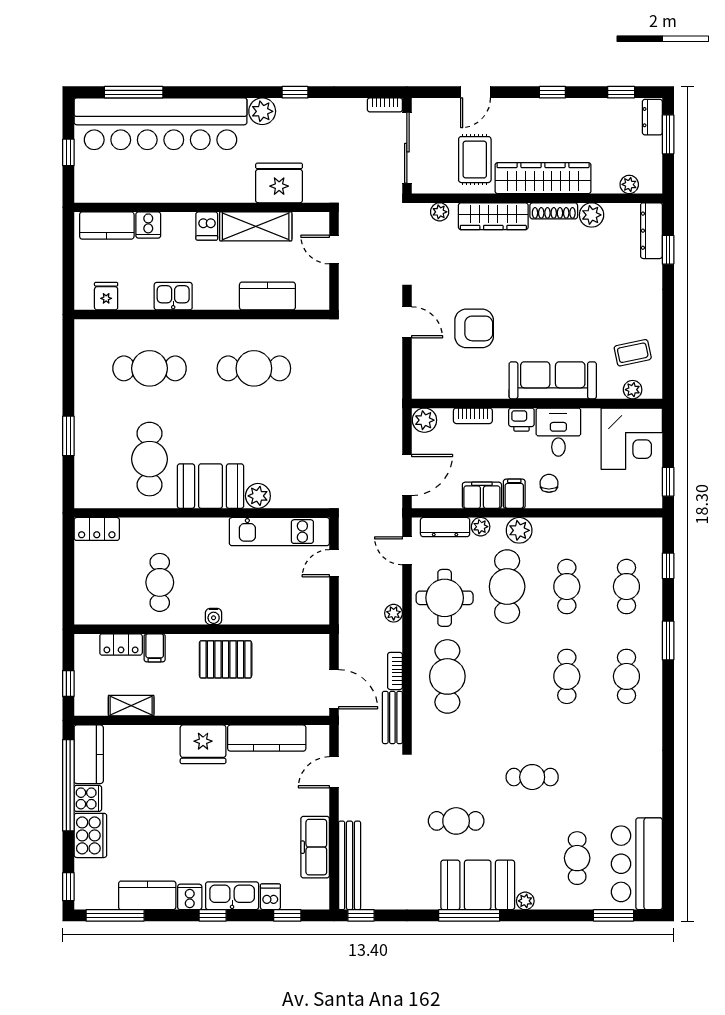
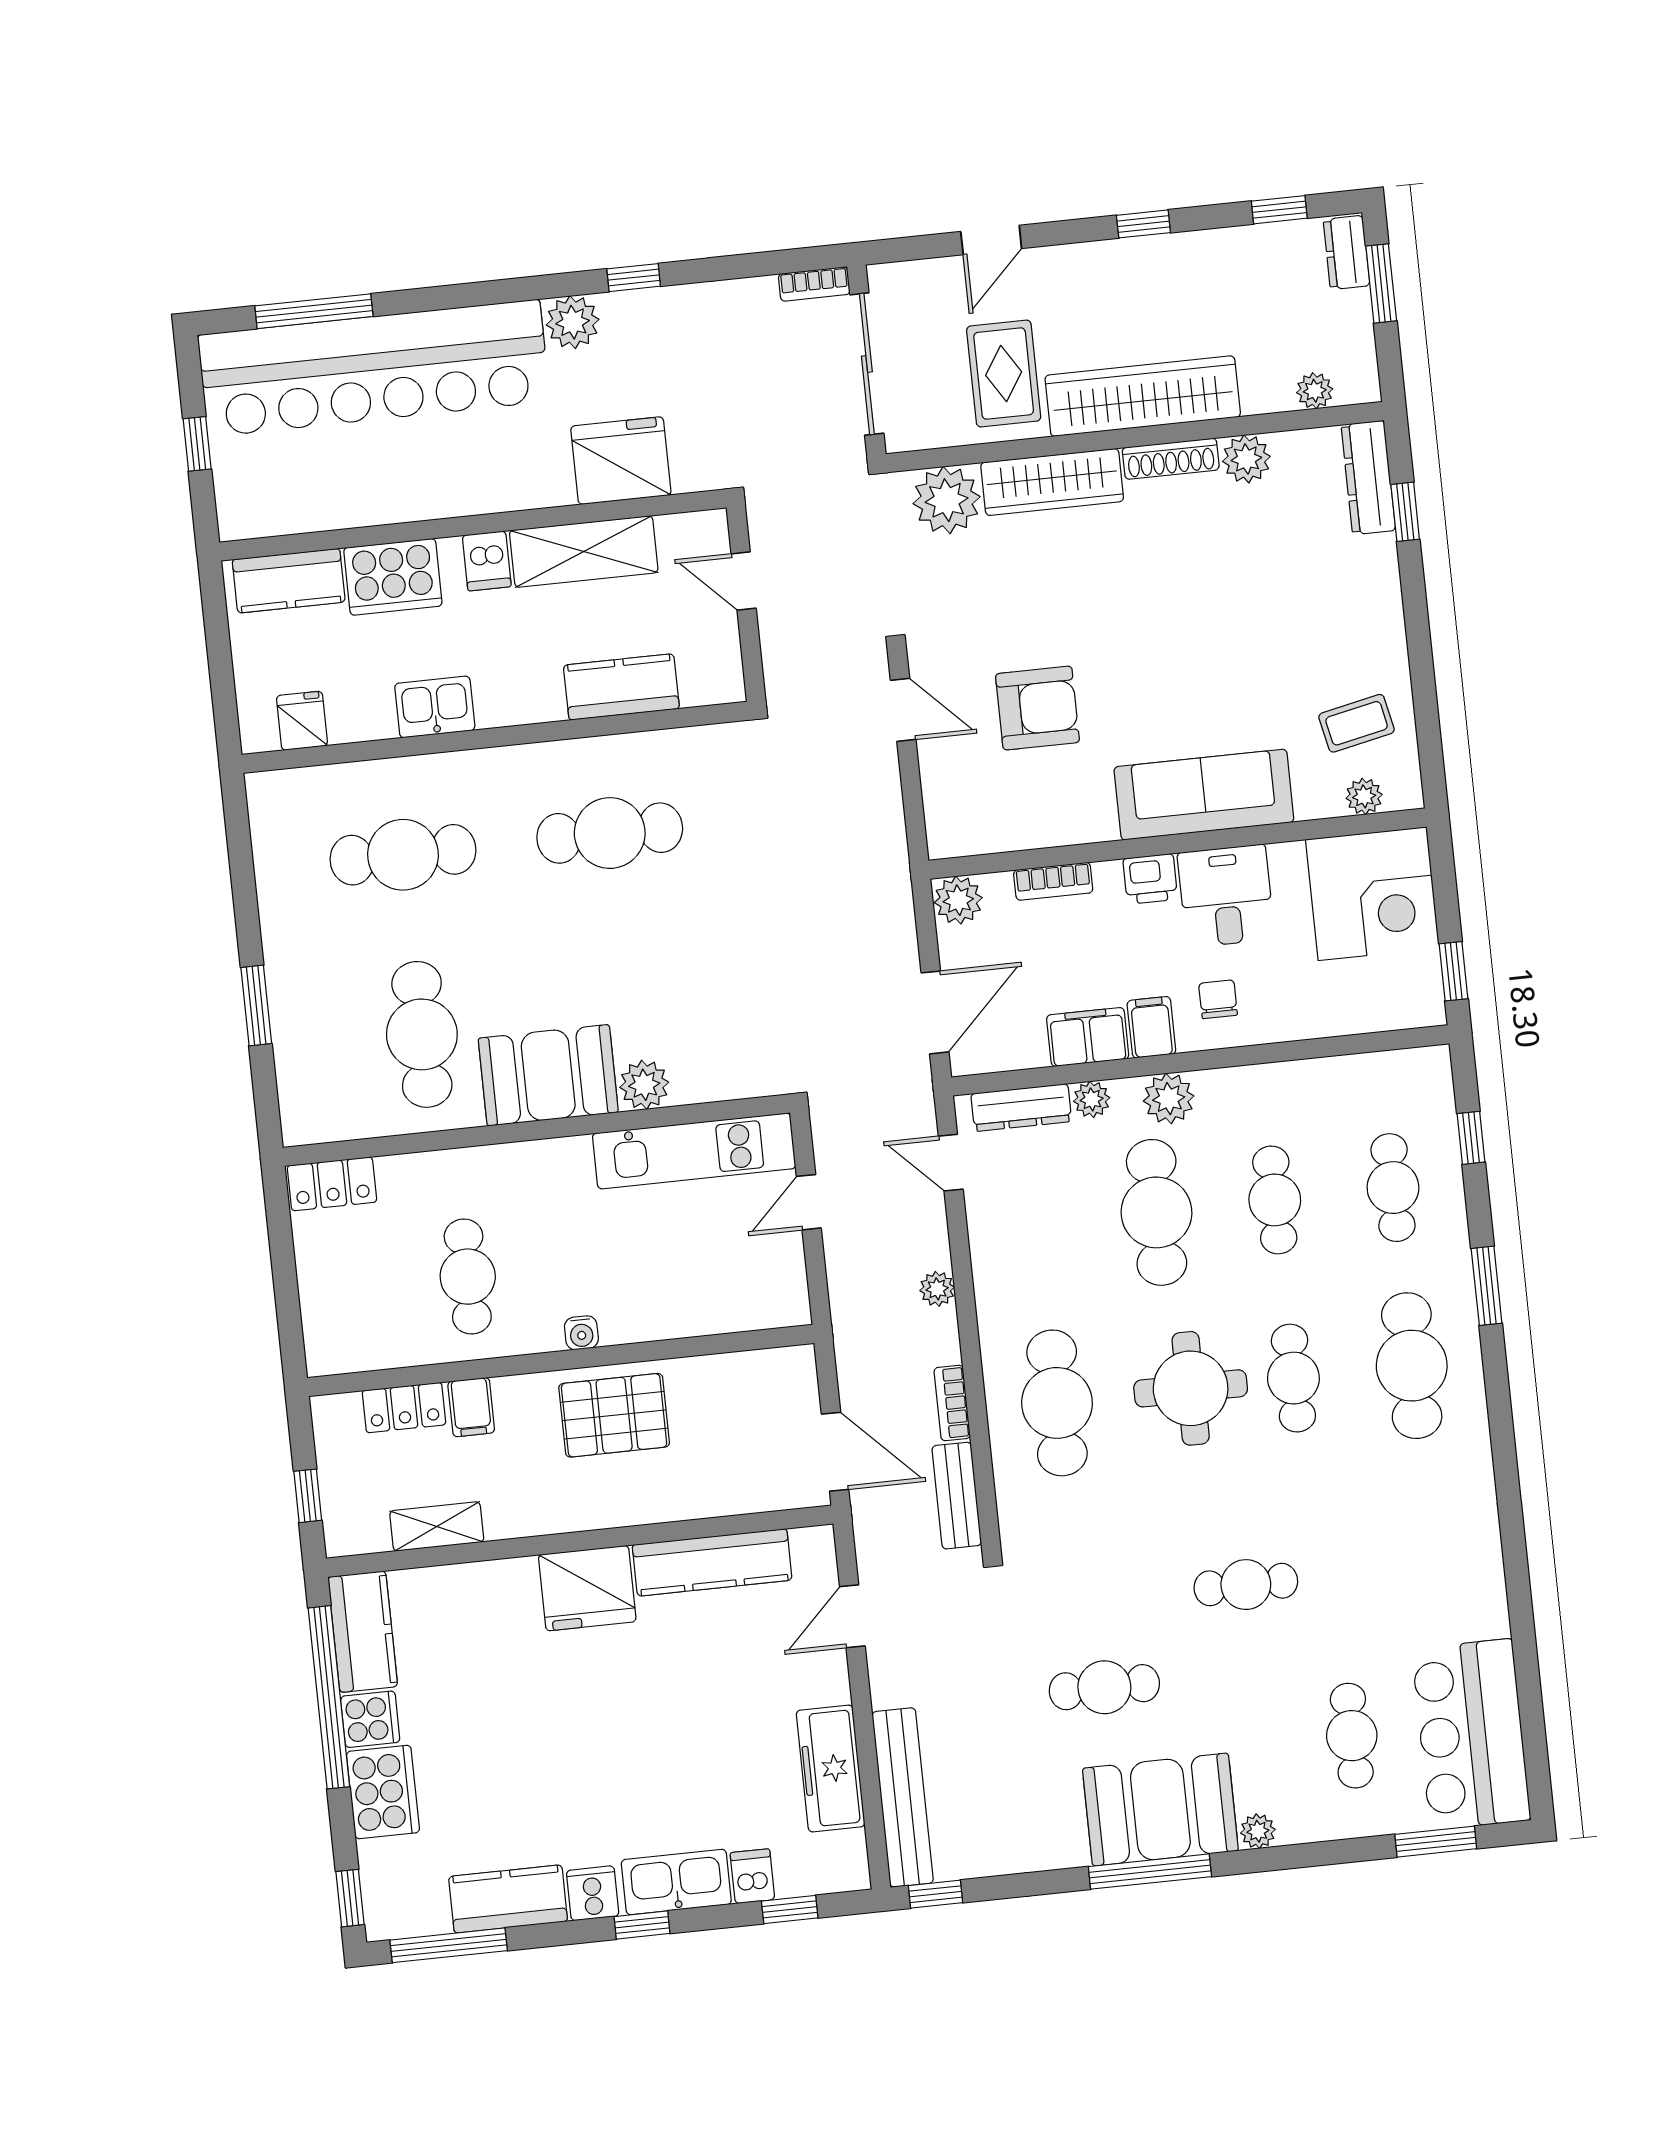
plant: (440, 212) -> (947, 500), width x1.88, depth x1.88
cooker: (148, 225) -> (393, 577), width x1.87, depth x1.31
round table: (445, 598) -> (1191, 1388), moved
cafe table: (626, 676) -> (1412, 1366), width x1.37, depth x1.35

